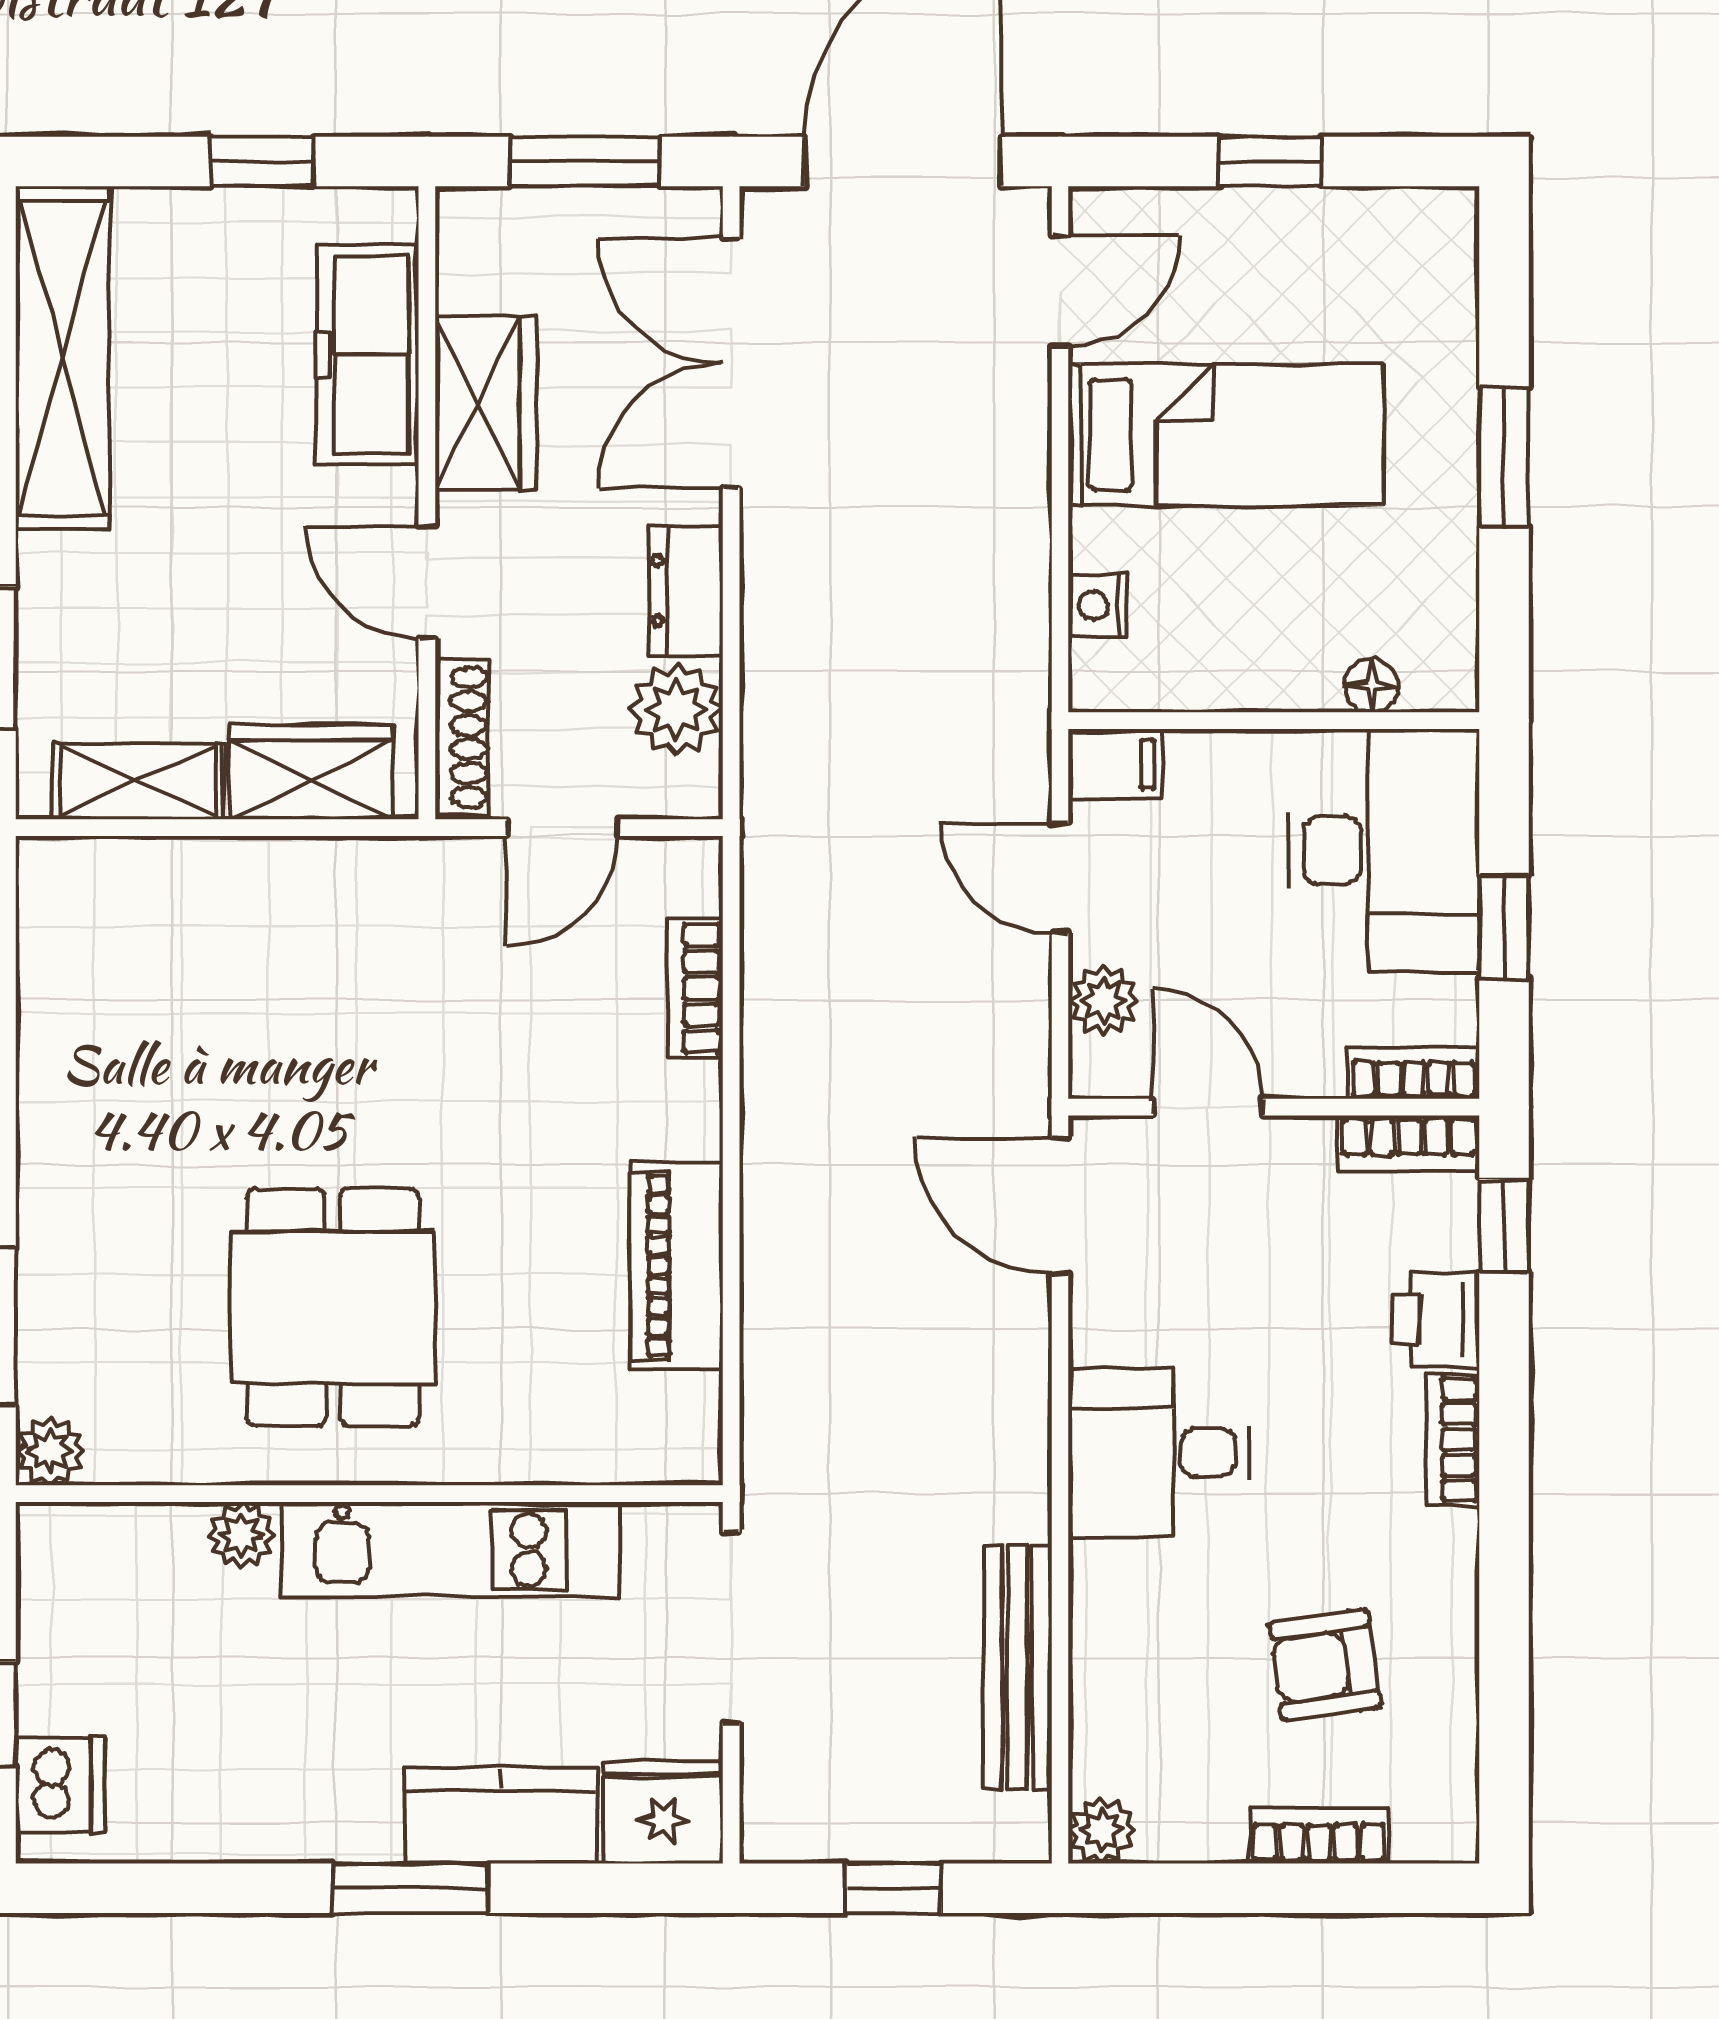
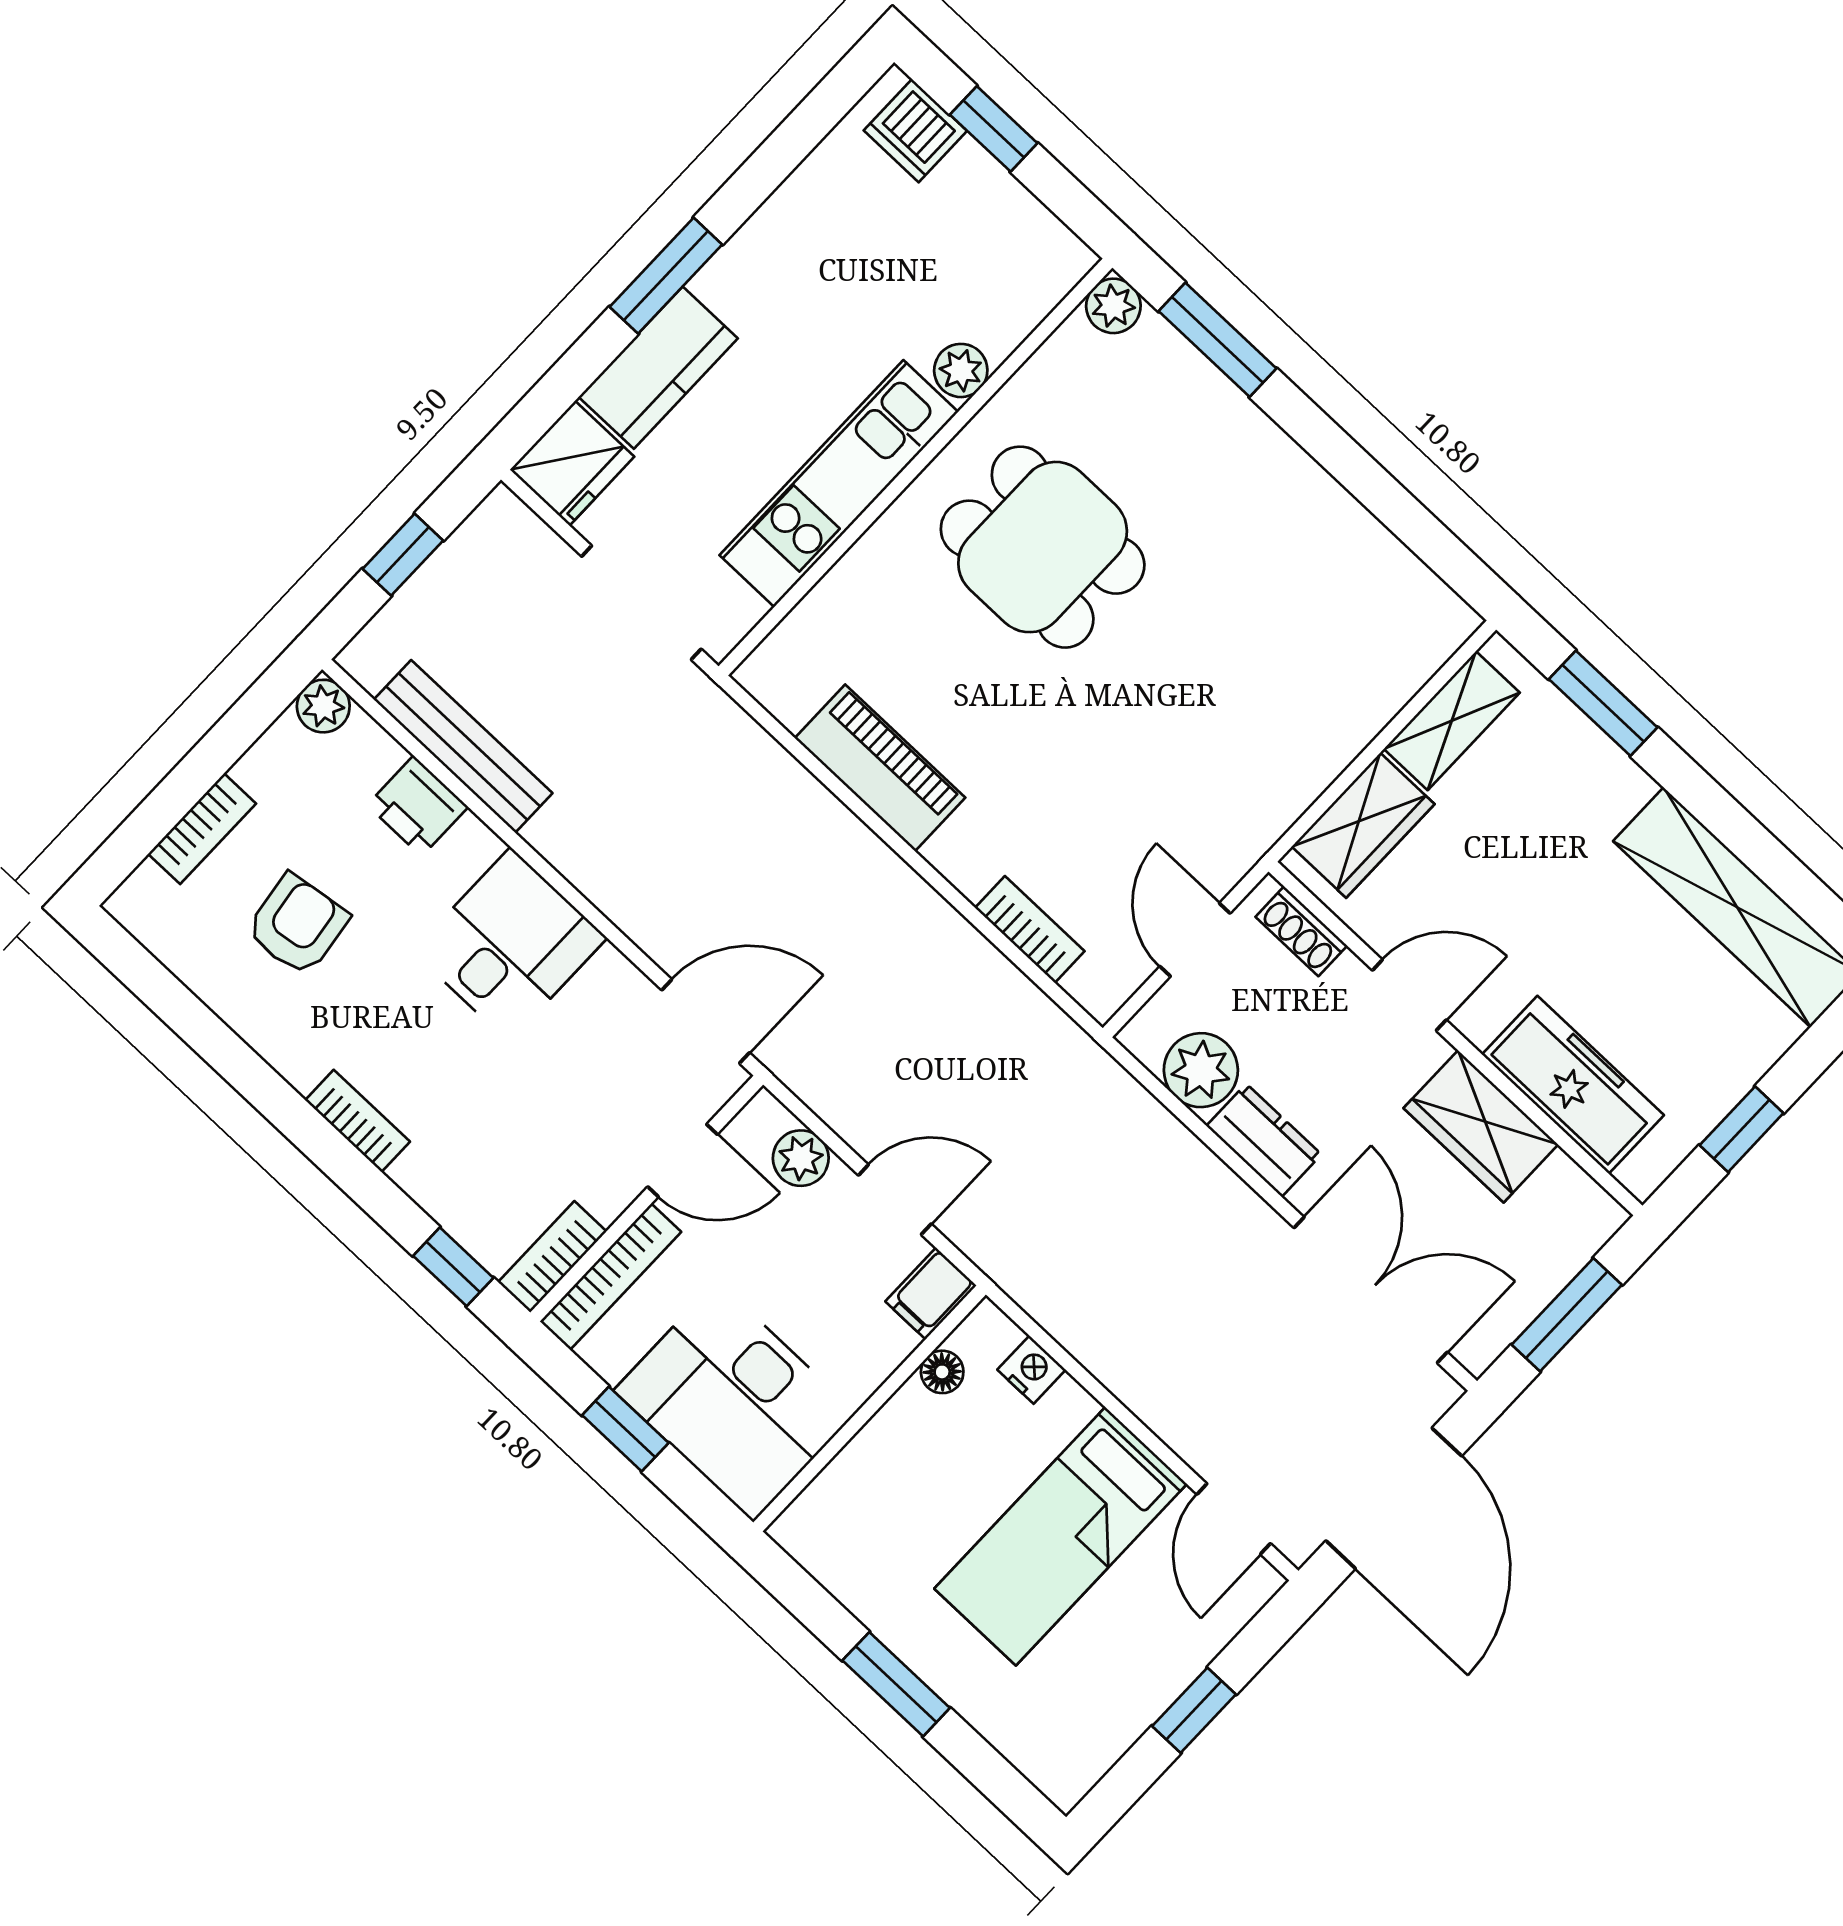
floor lamp: (1371, 686) -> (942, 1372), moved
shoe rack: (462, 737) -> (1301, 931), width x0.70
bookcase: (1414, 1073) -> (611, 1277), width x1.56
printer: (1436, 1320) -> (418, 806), moved, turned 180

